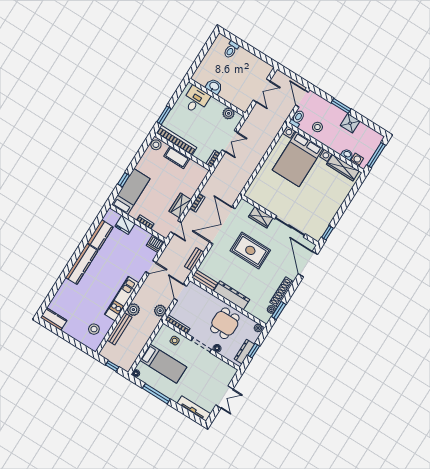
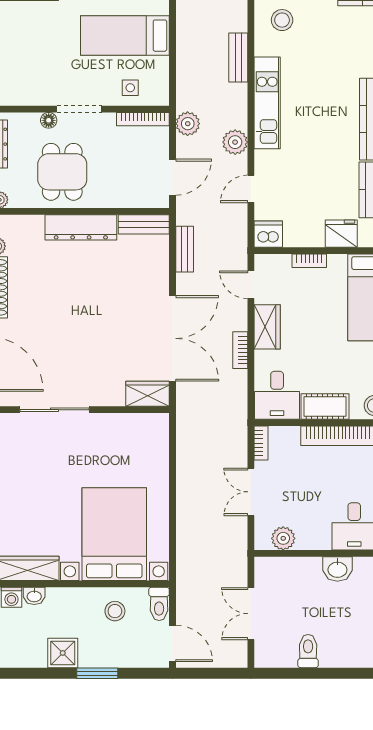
toilet: (231, 50) -> (308, 651), moved
desk: (194, 174) -> (277, 395), added
wardrobe: (261, 217) -> (148, 394), moved
rug: (250, 250) -> (97, 325), removed
door: (180, 292) -> (172, 177), hinge flipped
plant: (133, 310) -> (235, 142), moved
bench: (120, 329) -> (238, 57), width x0.73

